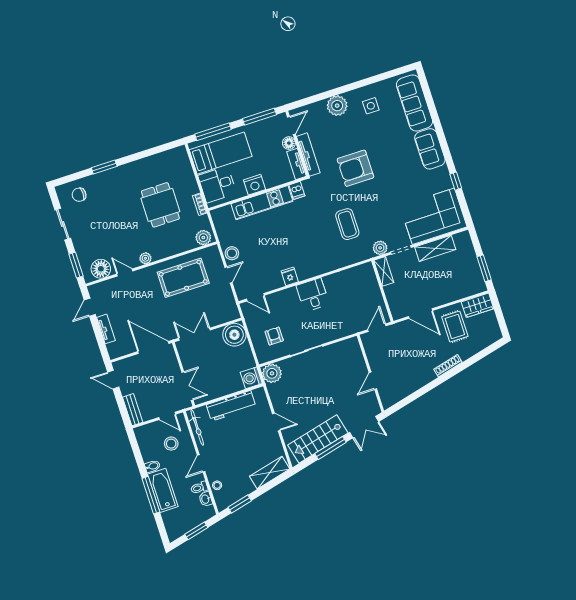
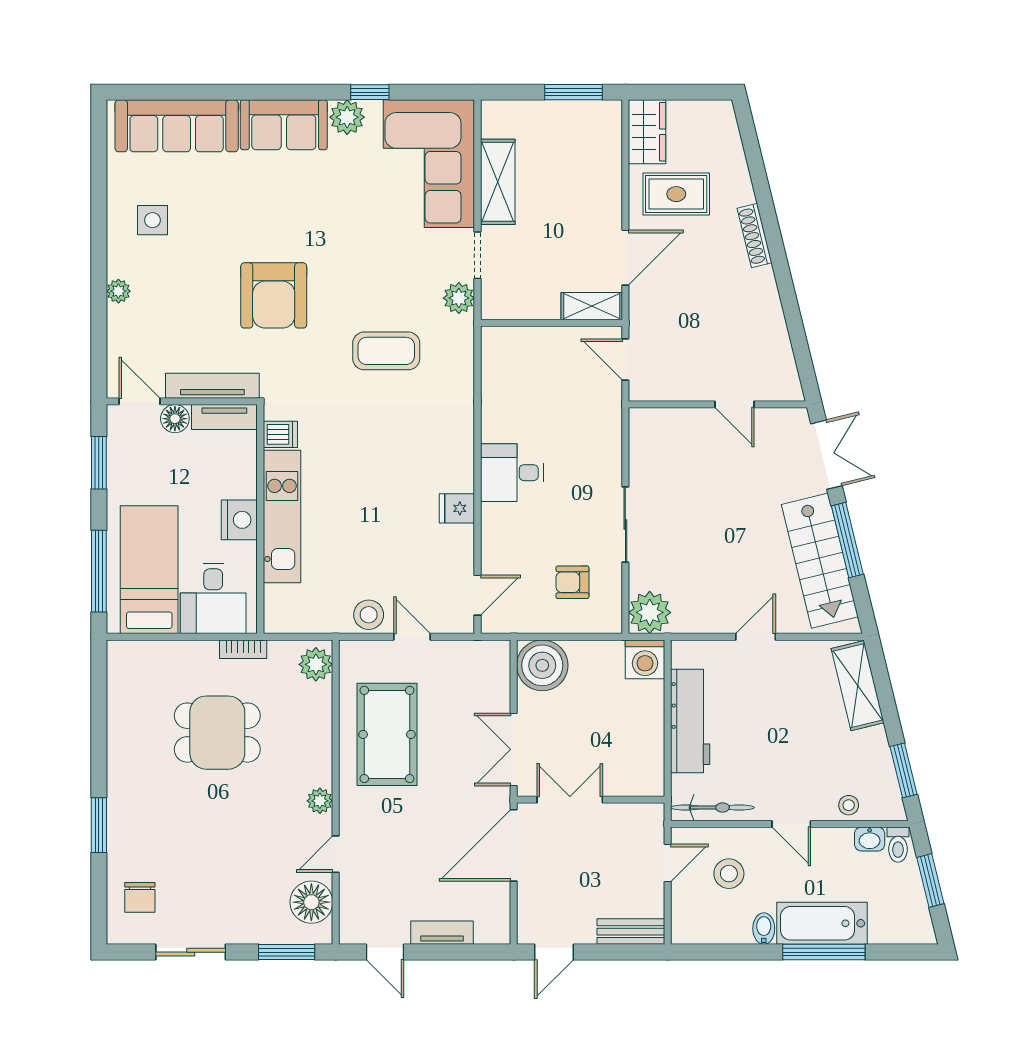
plant: (337, 106) -> (118, 291), width x0.53, depth x0.53
window: (259, 117) -> (99, 463), width x0.69
plant: (442, 175) -> (347, 117), added
shelving: (384, 271) -> (592, 306), moved
double door: (187, 386) -> (570, 800), moved
toilet: (199, 488) -> (898, 845), moved

